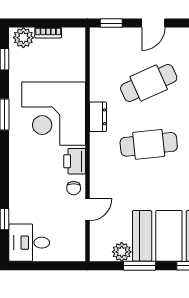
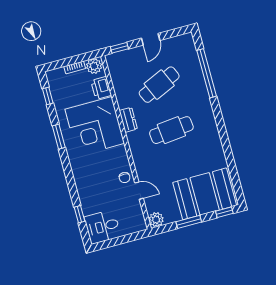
plant: (23, 38) -> (94, 66), moved
printer: (75, 161) -> (101, 88), moved
door: (87, 209) -> (139, 191), hinge flipped
plant: (122, 252) -> (156, 220), moved

